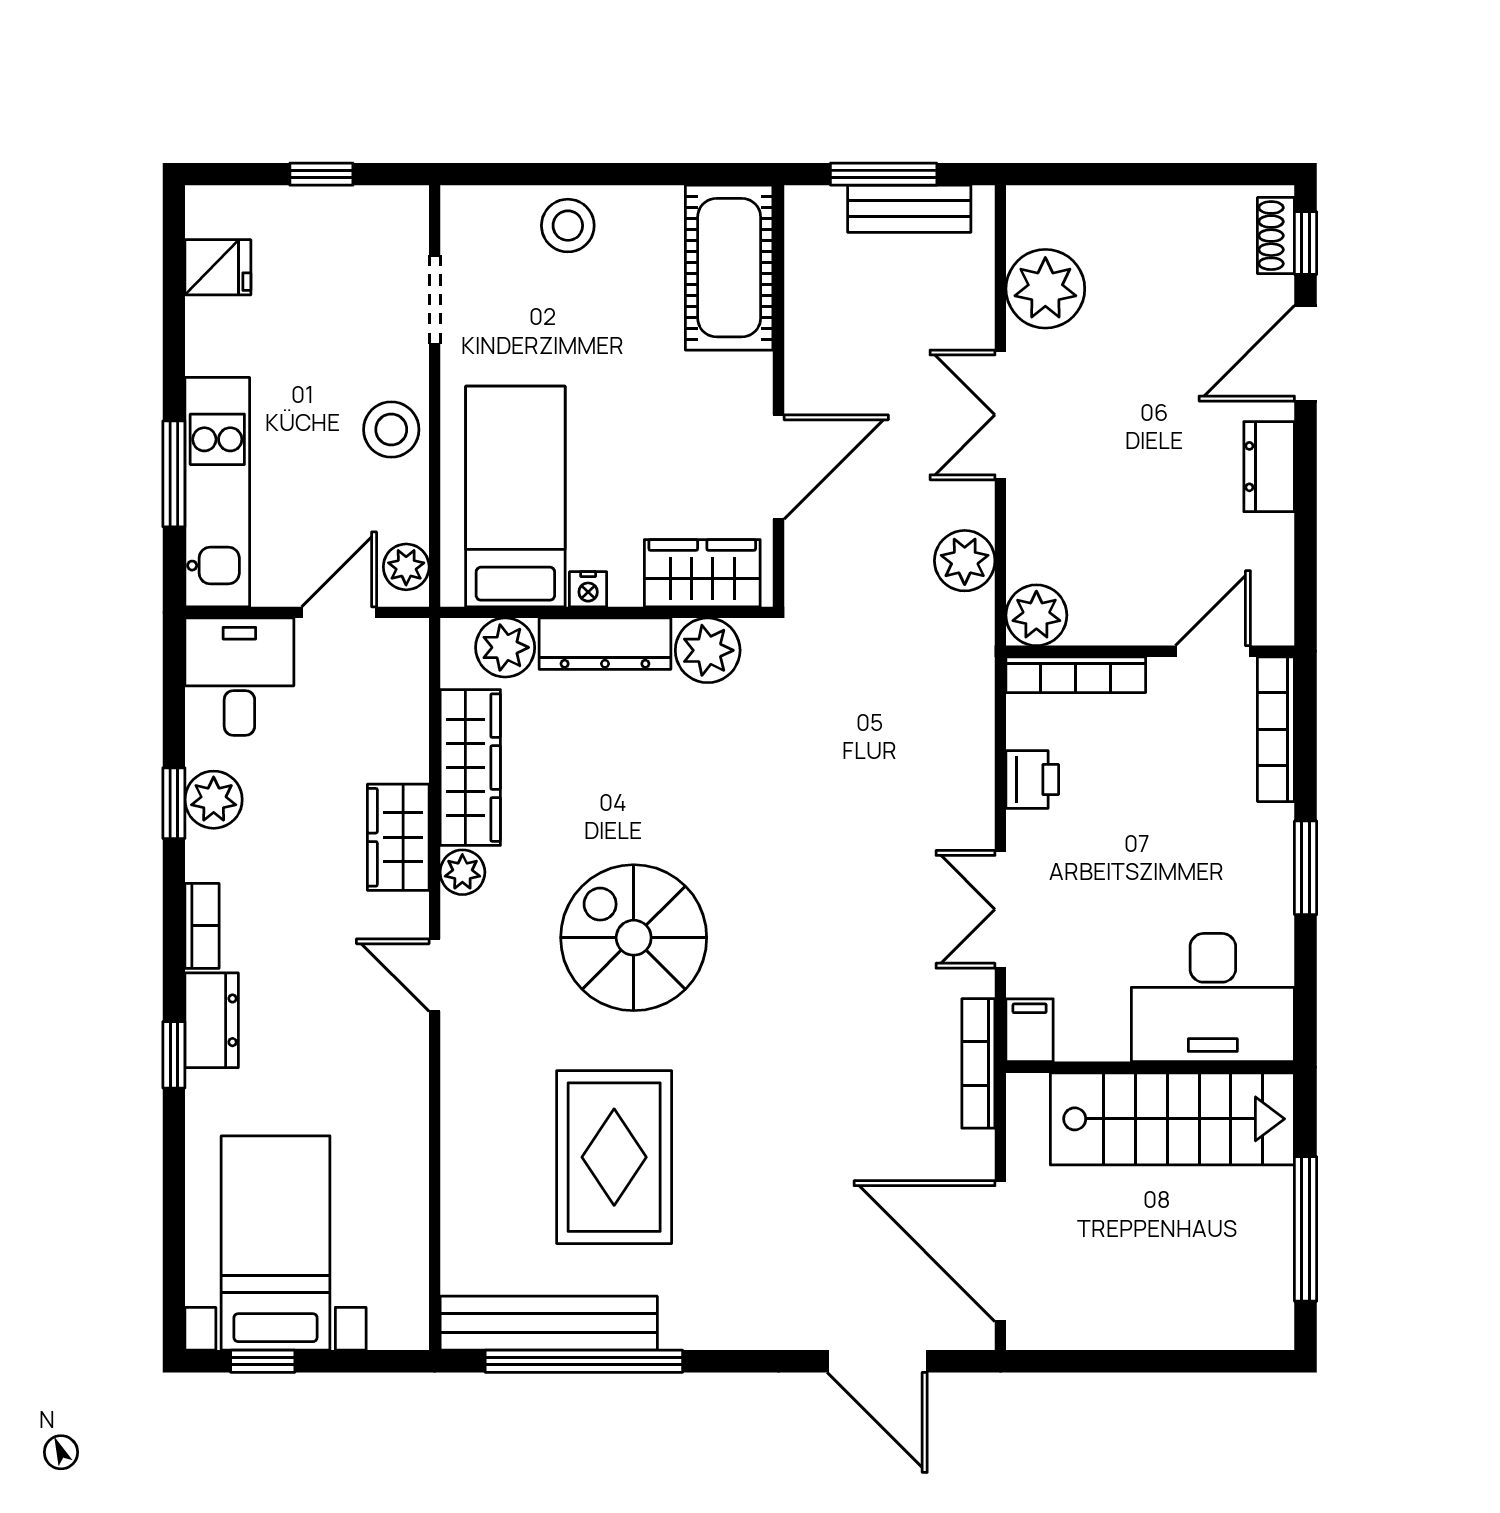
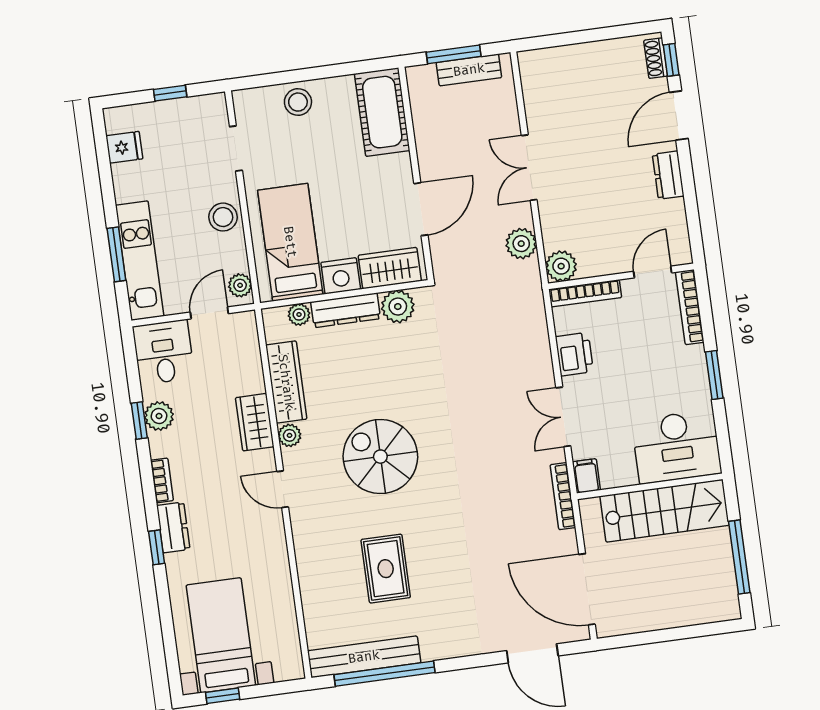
plant: (1045, 289) -> (543, 101), removed
nightstand: (588, 589) -> (341, 276), width x1.89, depth x1.79
plant: (505, 647) -> (299, 314), width x0.73, depth x0.73
printer: (1032, 780) -> (574, 354), width x1.36, depth x1.24
rug: (614, 1157) -> (386, 569), width x0.73, depth x0.70

